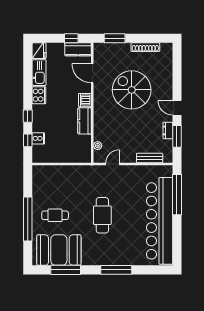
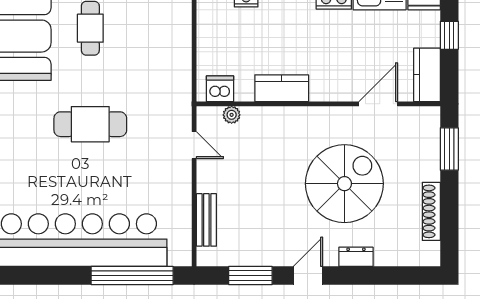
window: (71, 38) -> (449, 35), moved
dishwasher: (85, 100) -> (220, 89), moved
dresser: (168, 130) -> (356, 257), moved

